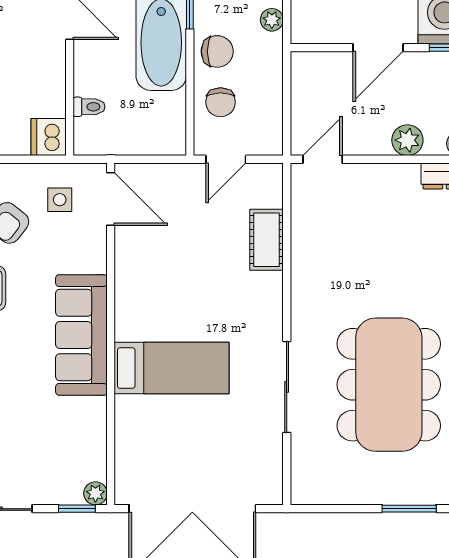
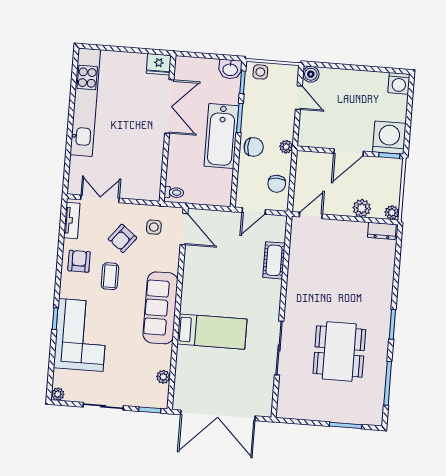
plant: (272, 20) -> (286, 147), moved
chair: (221, 102) -> (277, 184), moved
toilet: (89, 107) -> (174, 192), moved
dishwasher: (49, 137) -> (150, 190), removed
dining table: (389, 385) -> (339, 351), width x0.73, depth x0.80
plant: (95, 493) -> (163, 377), moved

